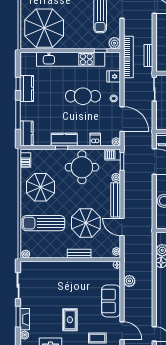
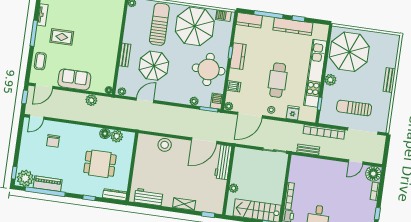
plant: (114, 43) -> (330, 80), moved
bookcase: (128, 57) -> (324, 132), moved
kitchen counter: (27, 88) -> (293, 27), width x1.50
parasol: (40, 187) -> (195, 26), width x1.36, depth x1.36
bench: (116, 200) -> (172, 98), removed

